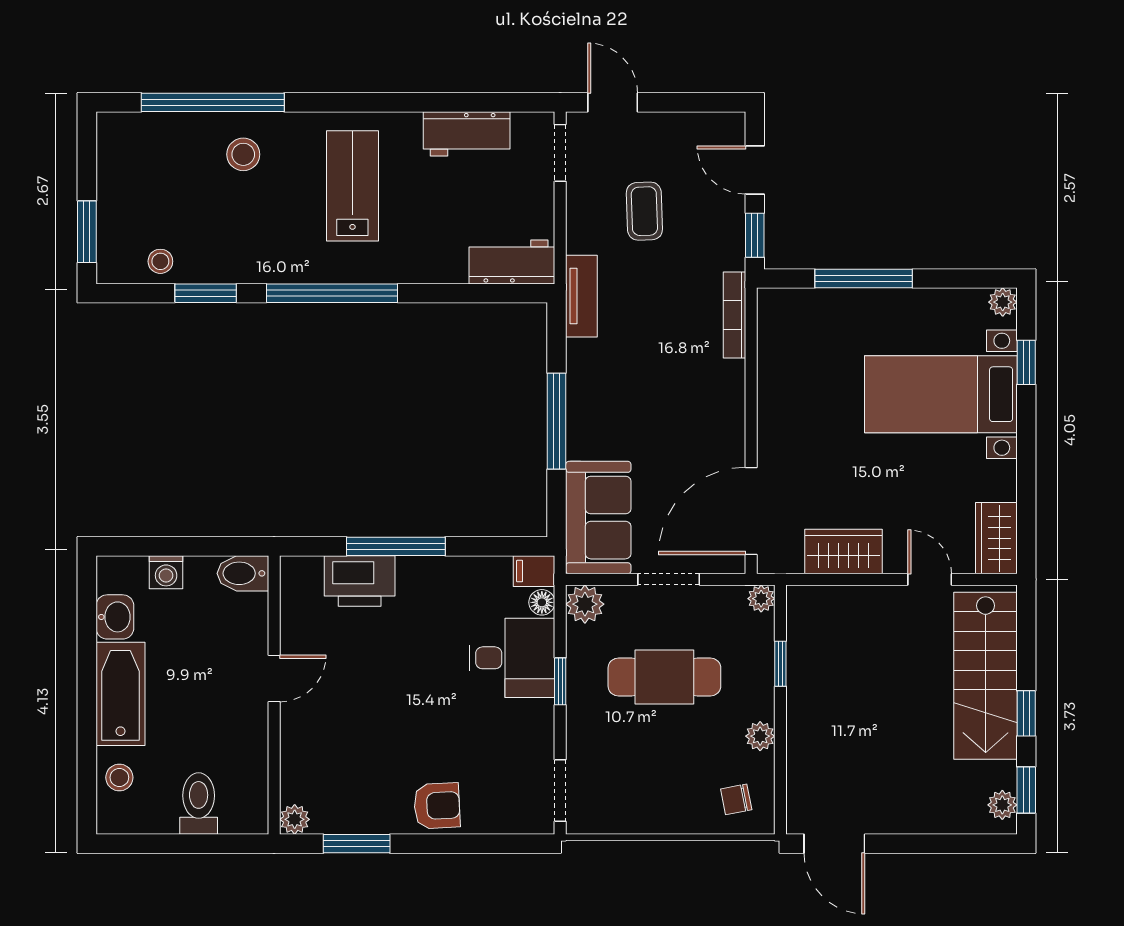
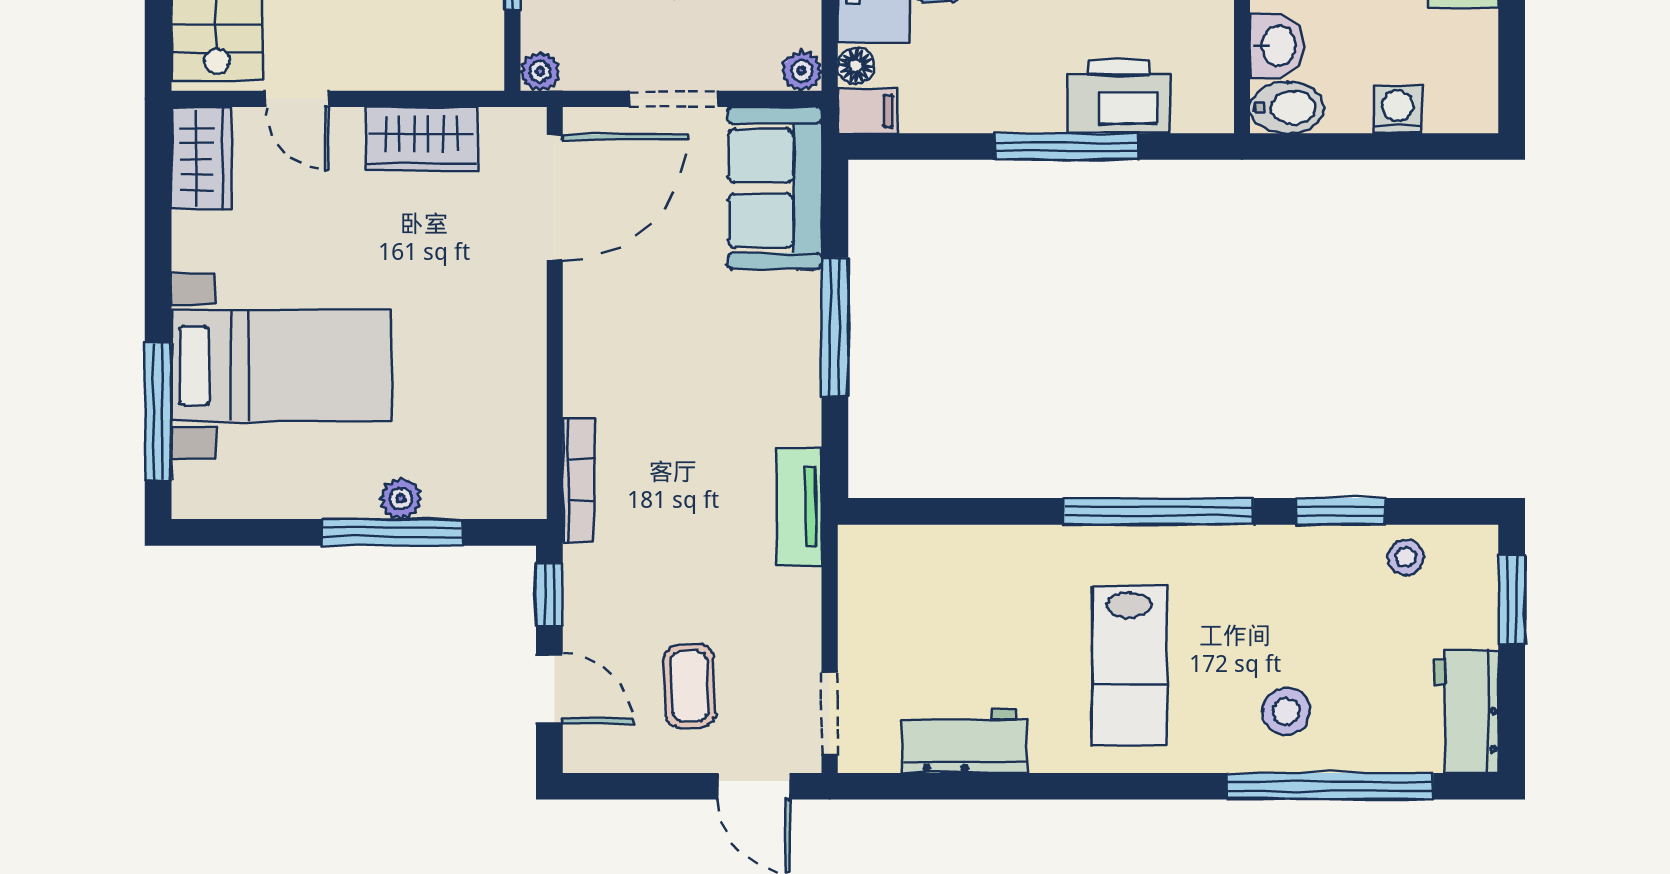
coffee table: (644, 211) -> (689, 686), moved
workbench: (512, 262) -> (1467, 711), moved, turned 90
plant: (1003, 302) -> (401, 499), moved
window: (1026, 362) -> (158, 412), width x2.17
plant: (585, 604) -> (802, 71), width x0.73, depth x0.73
washbasin: (115, 617) -> (1277, 46), moved, turned 180

